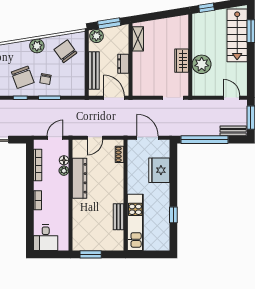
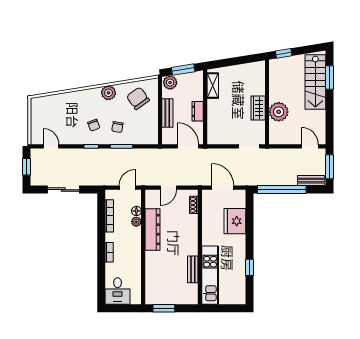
bench: (94, 70) -> (167, 113), width x0.73
chair: (23, 77) -> (94, 125), width x0.54, depth x0.54

